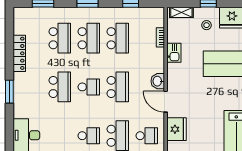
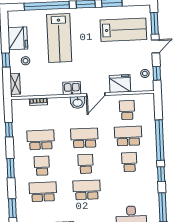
school desk: (89, 38) -> (42, 166), width x0.54
kitchen sink: (174, 53) -> (72, 88), moved

